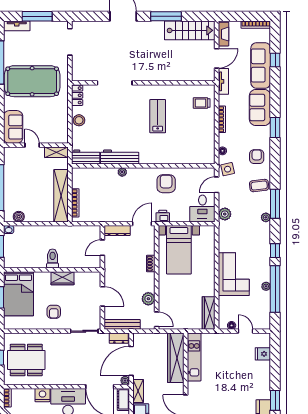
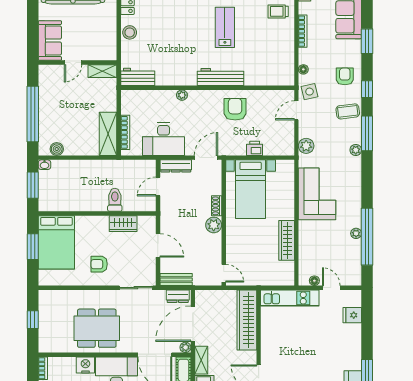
door: (32, 145) -> (73, 63), swing flipped
workbench: (120, 157) -> (220, 77), moved
shelving: (61, 196) -> (108, 134), width x0.68
desk: (202, 208) -> (164, 139), moved, width x1.37
printer: (163, 216) -> (255, 148), moved
window: (275, 251) -> (367, 89), moved
toilet: (53, 259) -> (115, 200), moved
corner sofa: (234, 274) -> (317, 194), moved
wardrobe: (62, 278) -> (123, 224), moved
plant: (148, 299) -> (214, 225), moved
armchair: (54, 312) -> (99, 264), turned 90
wardrobe: (209, 313) -> (287, 240), moved
bench: (122, 324) -> (176, 279), width x0.73
kitchen unit: (194, 357) -> (290, 298), moved, turned 90
dining table: (26, 360) -> (97, 328), moved

